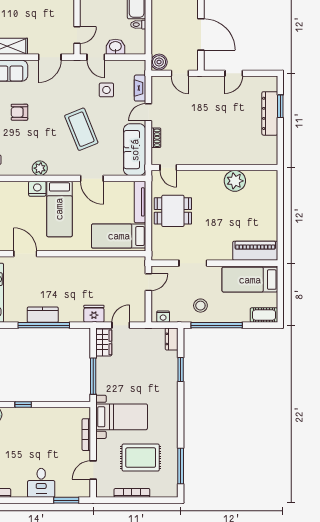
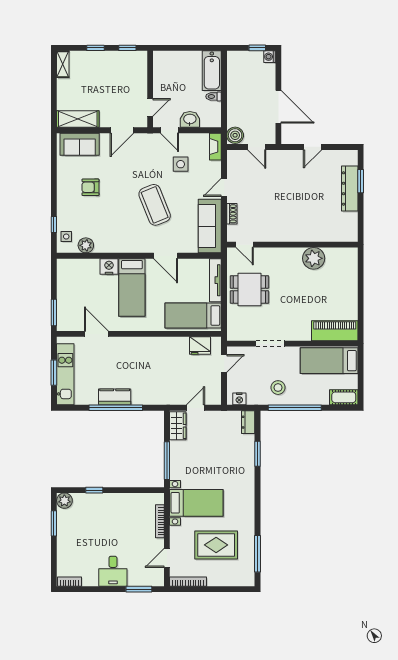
fireplace: (140, 88) -> (215, 147), moved
plant: (40, 168) -> (86, 245), moved
fridge: (94, 314) -> (200, 346), moved, turned 180
bookcase: (132, 493) -> (188, 582), moved

